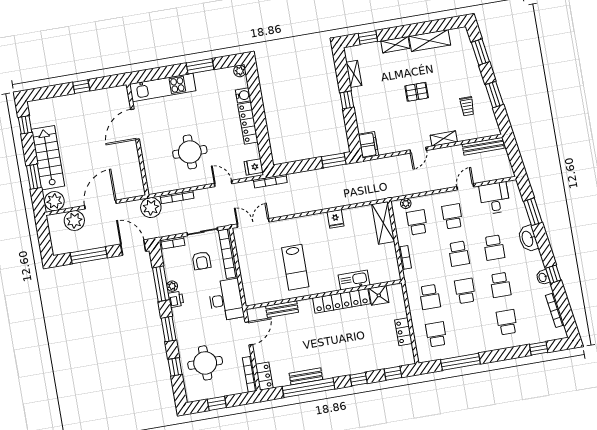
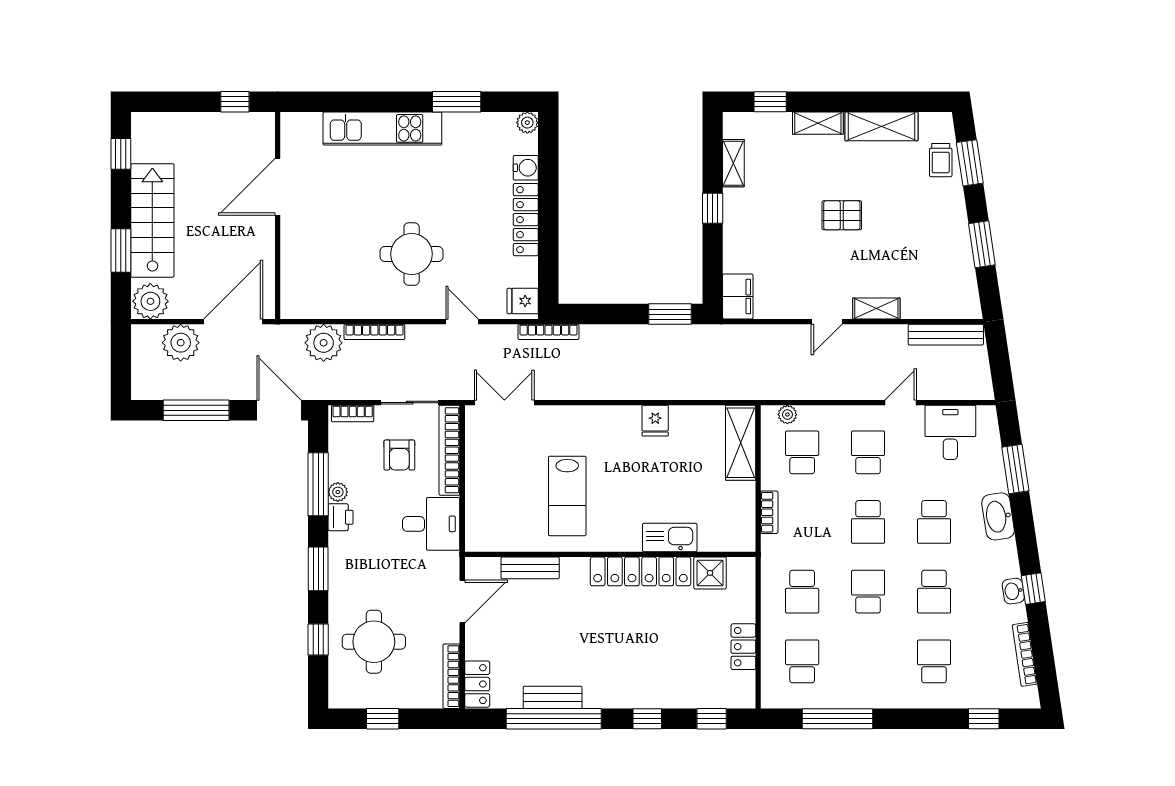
trolley: (467, 106) -> (941, 160), moved
door: (135, 124) -> (278, 187), moved
wall: (138, 140) -> (278, 215), moved
desk: (226, 300) -> (431, 524), width x0.73

